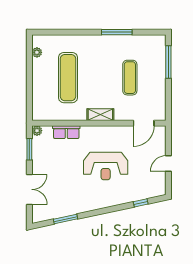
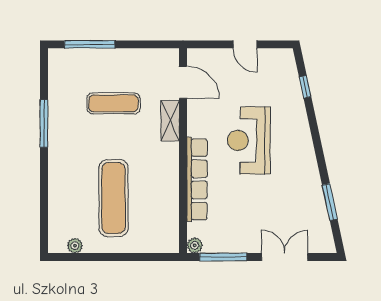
exercise mat: (68, 78) -> (114, 198), turned 90
shelving: (100, 115) -> (170, 121), moved
row of seats: (66, 132) -> (197, 179), width x2.02
window: (29, 149) -> (223, 257), width x1.44
reception desk: (106, 166) -> (249, 140), turned 180

